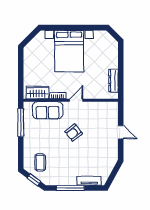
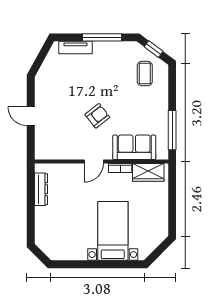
bed with nightstands: (69, 51) -> (113, 231), width x0.73

